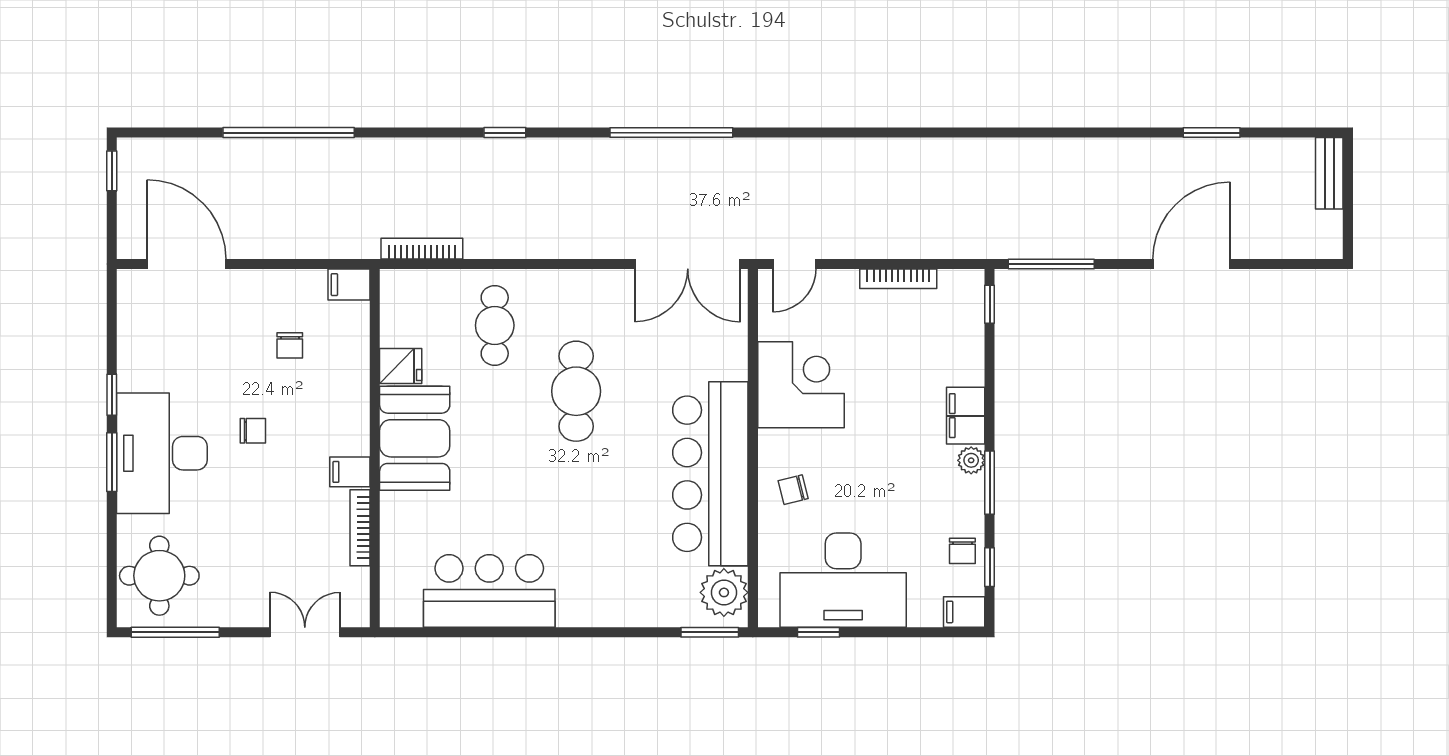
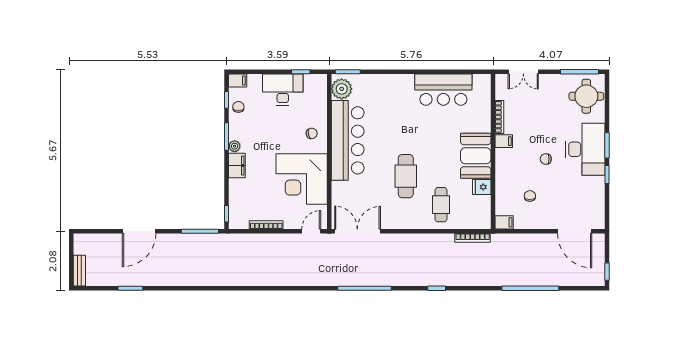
corner desk: (801, 385) -> (302, 179), width x1.36, depth x1.36
desk: (843, 580) -> (283, 90), width x0.73, depth x0.77

